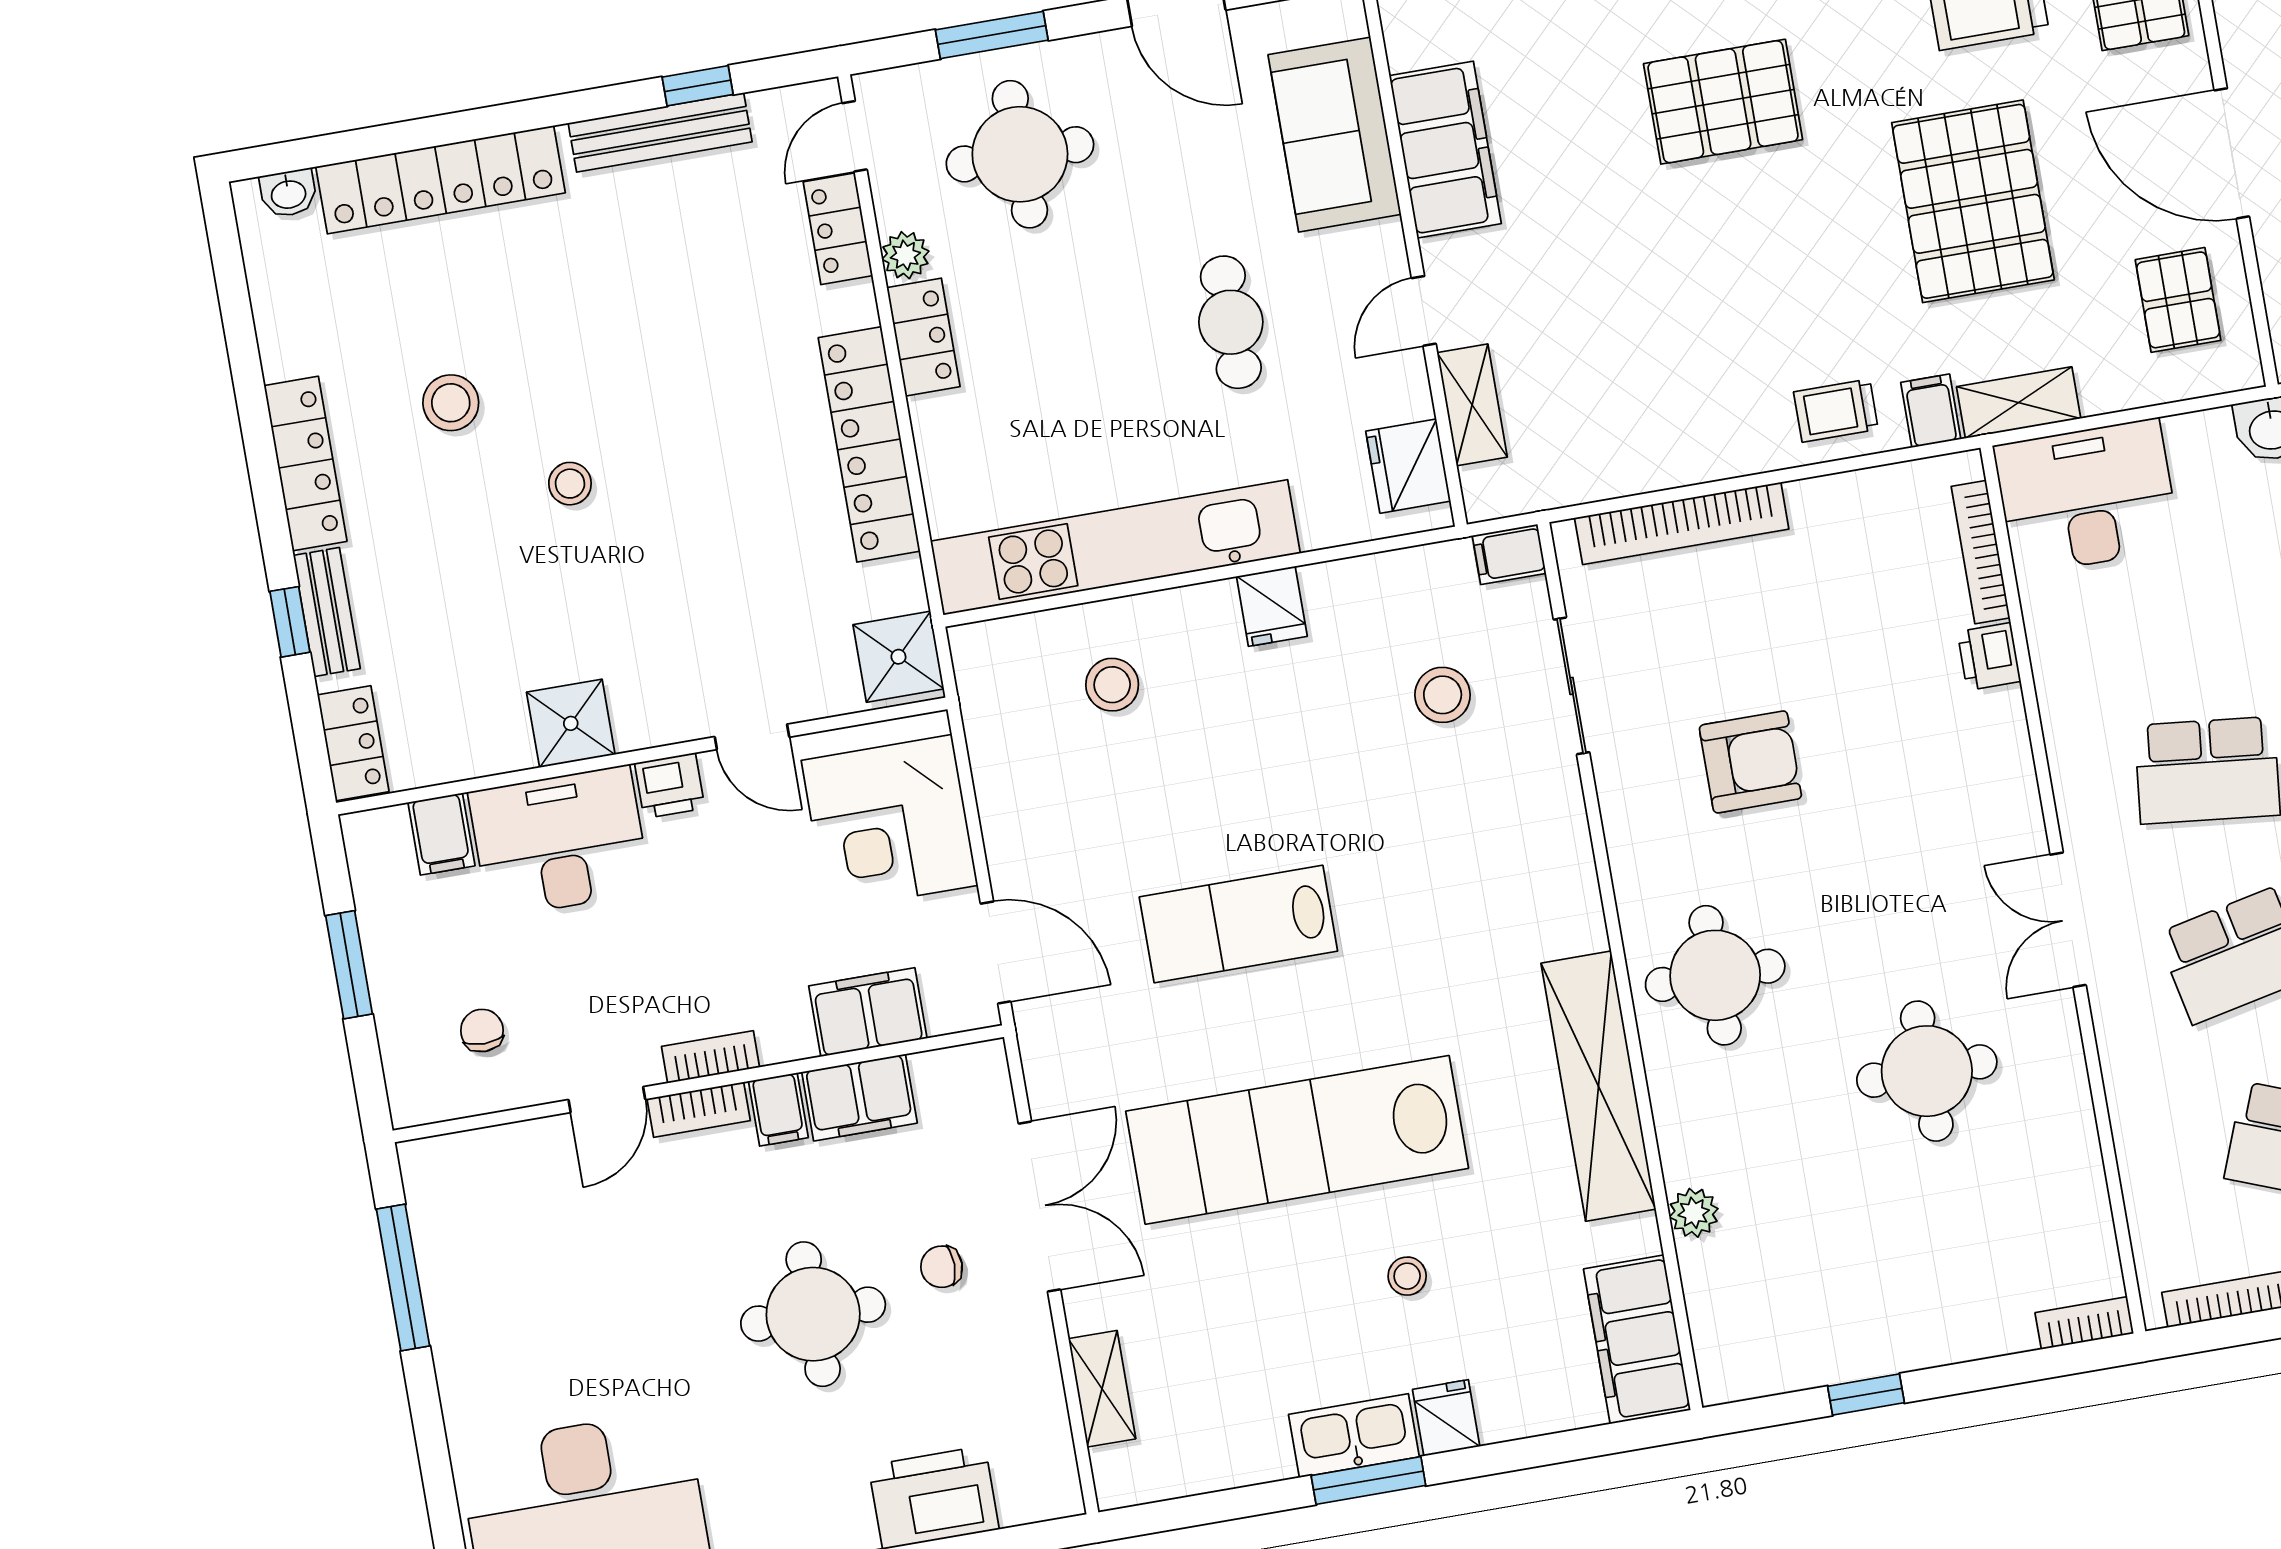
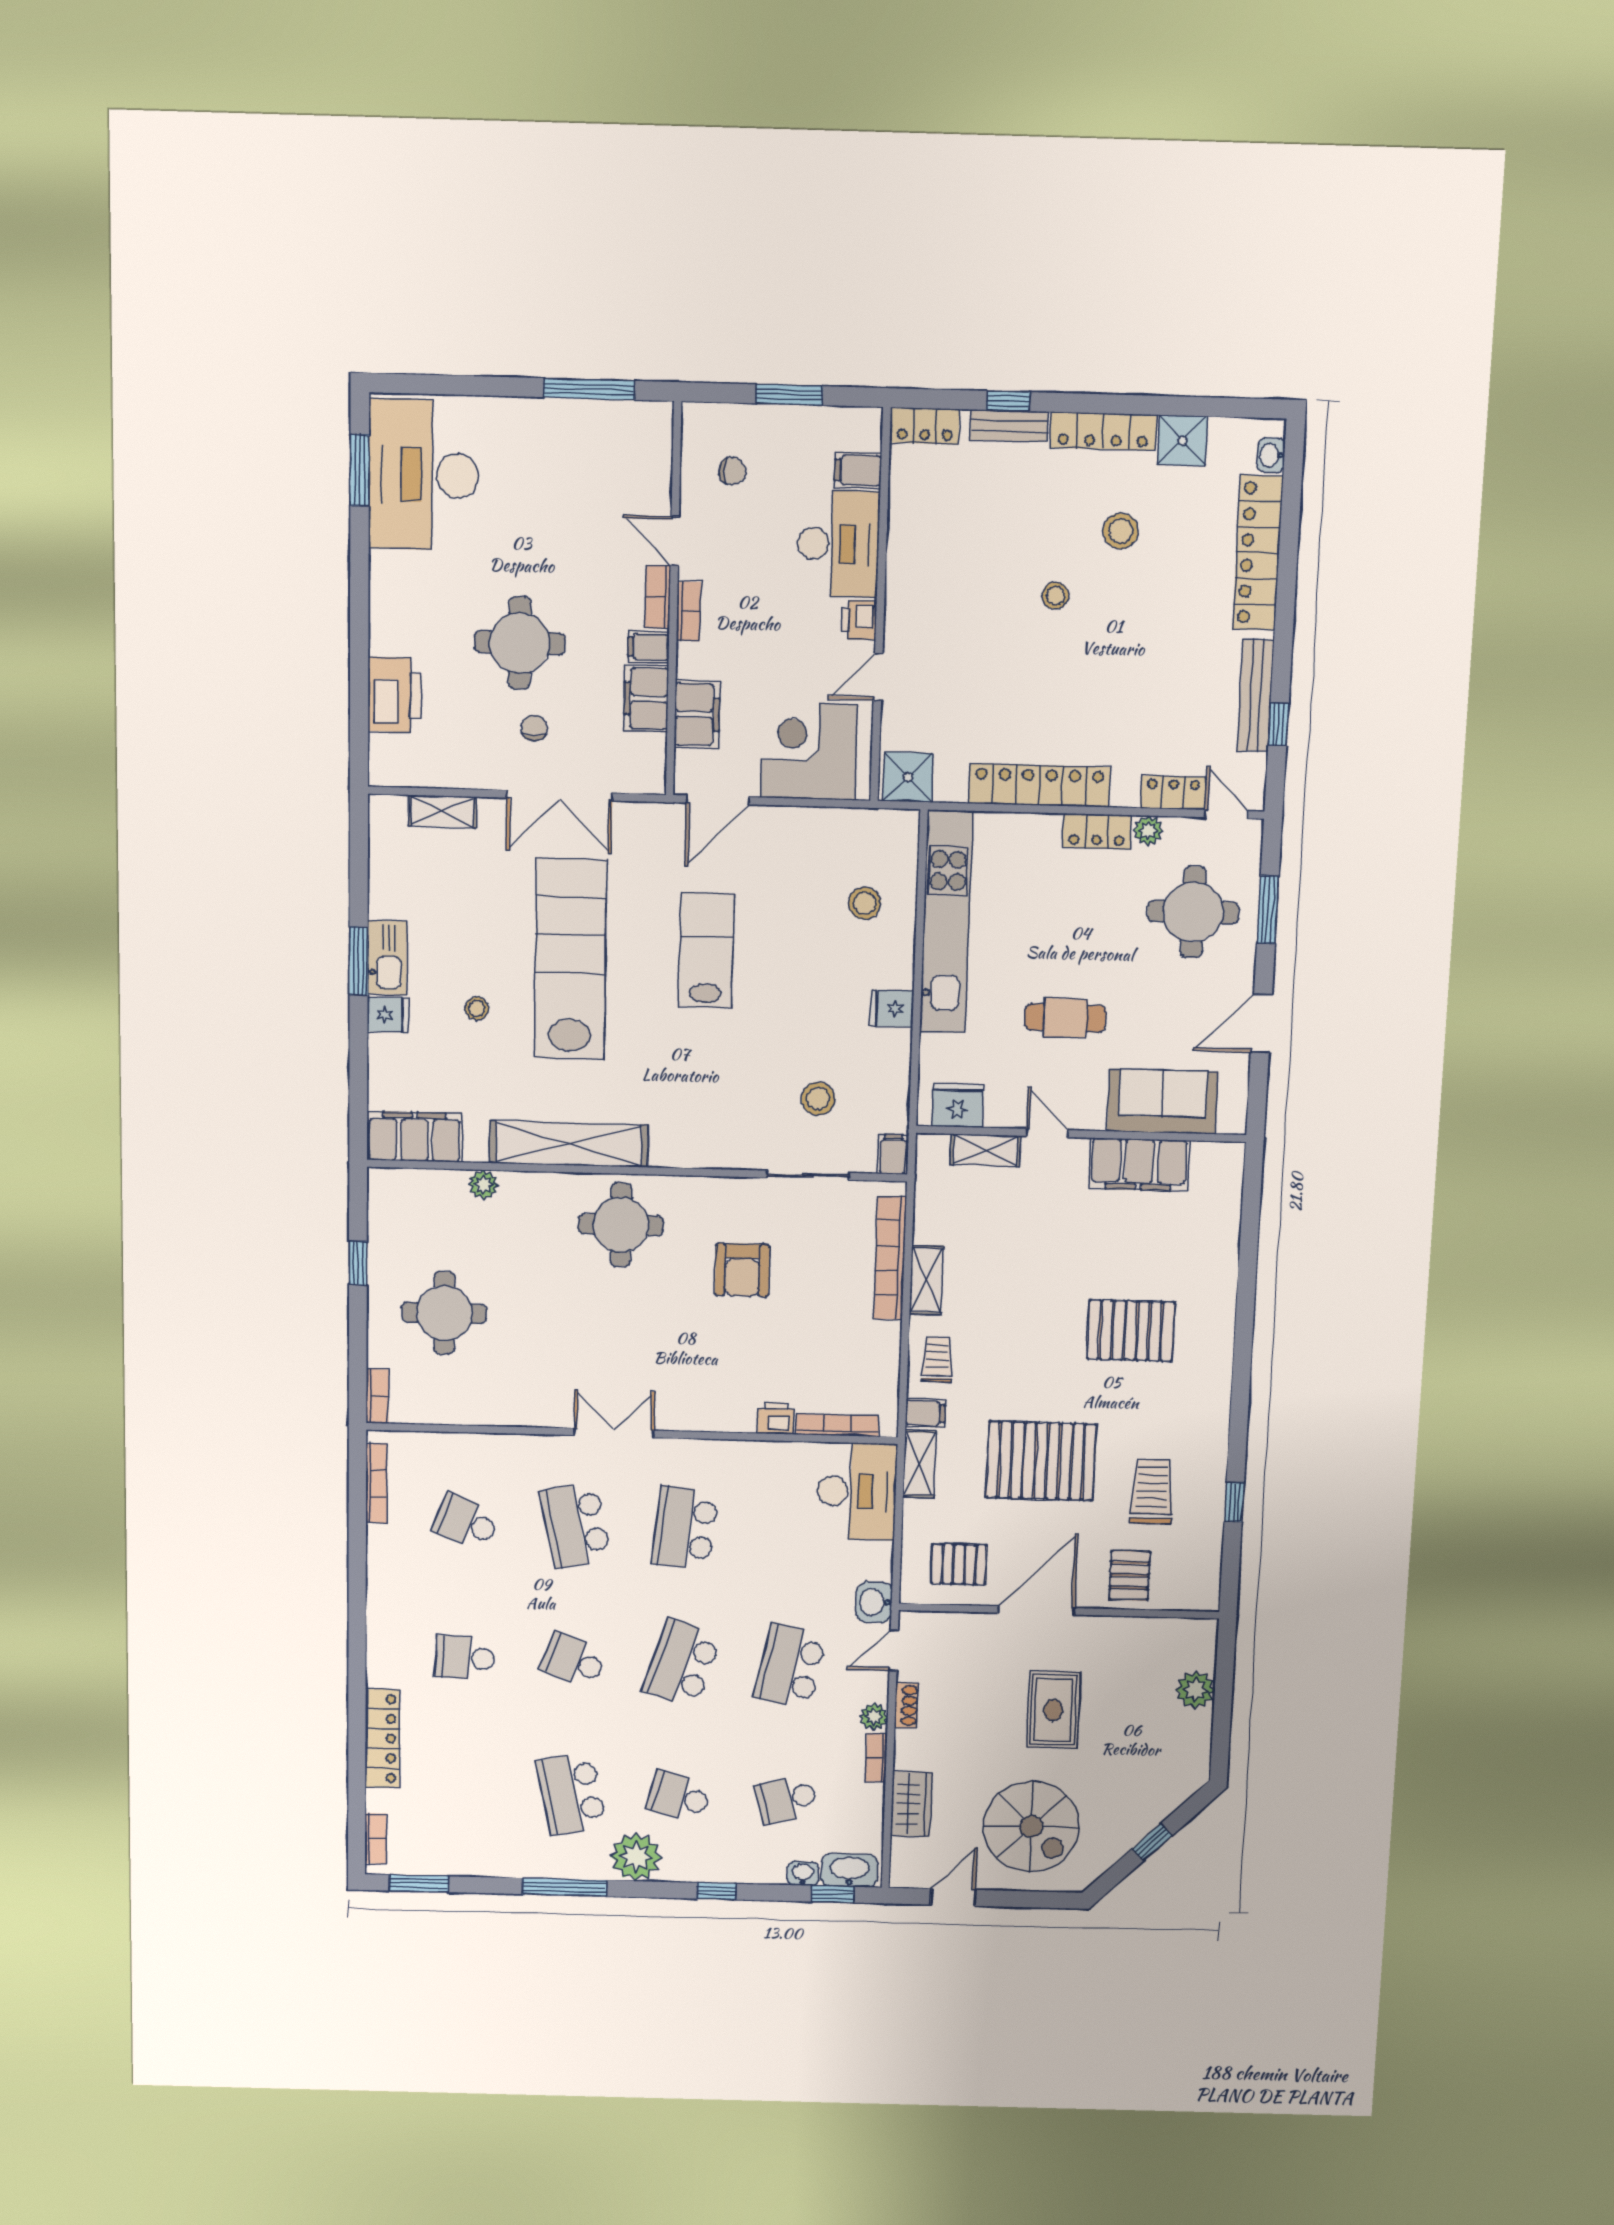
pallet: (1723, 102) -> (1131, 1330), turned 90
shelving: (1706, 456) -> (926, 1280), added
shower: (571, 723) -> (1182, 441), moved
round table: (1927, 1071) -> (444, 1313), moved

